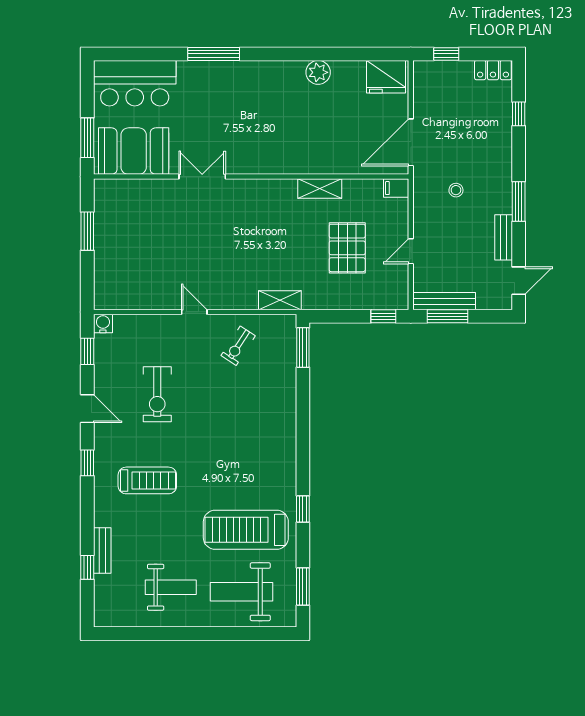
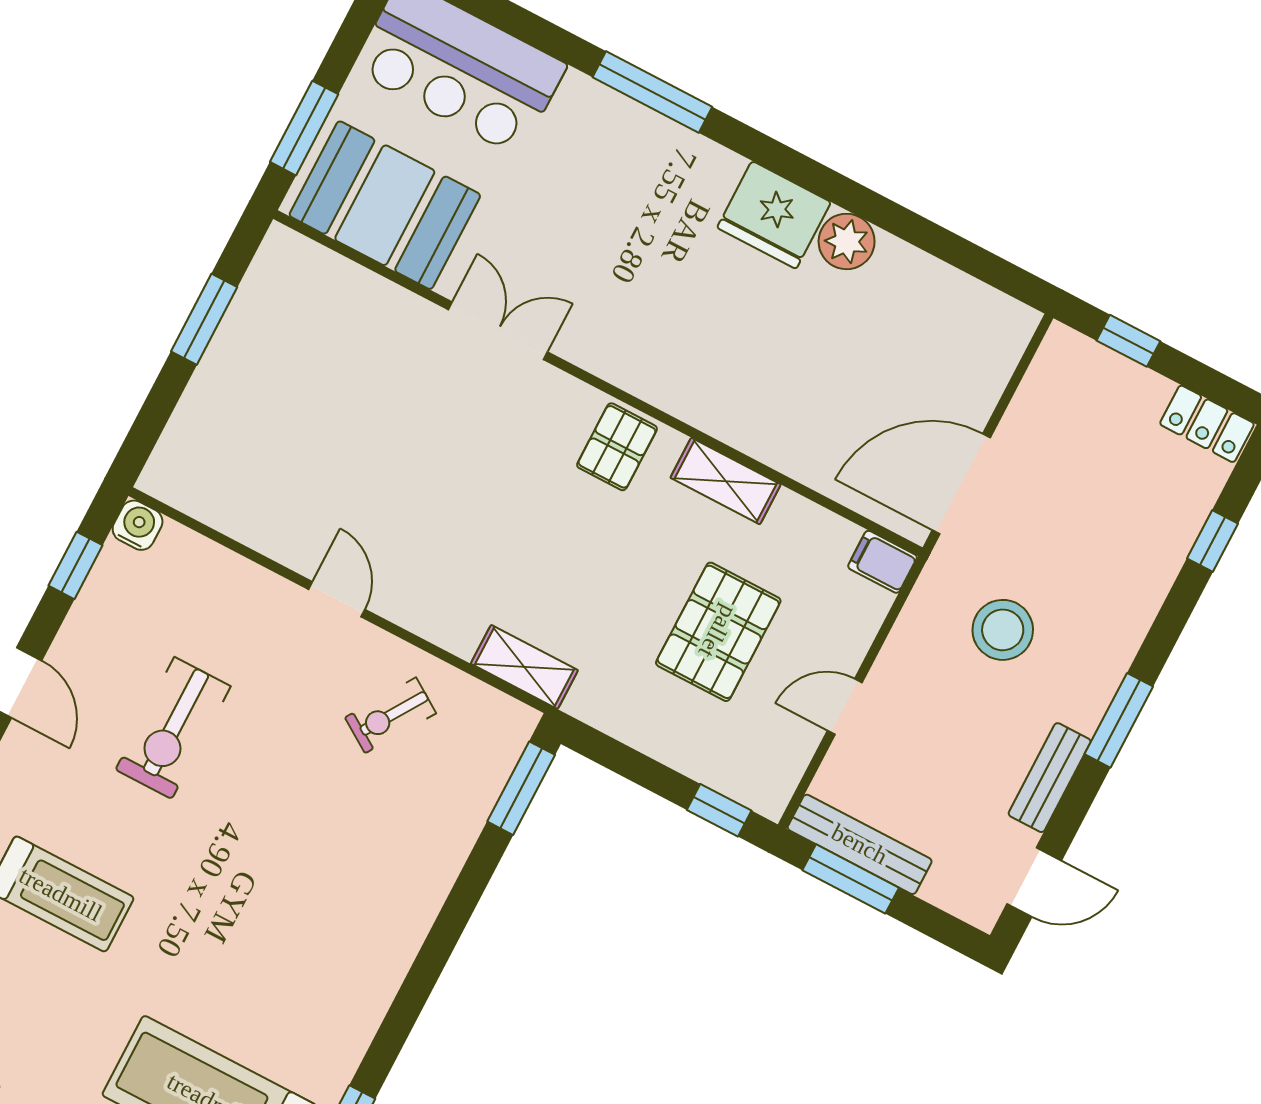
fridge: (386, 77) -> (774, 215), moved
stool: (456, 190) -> (1003, 630), width x1.89, depth x1.89
pallet: (271, 197) -> (617, 447), added

